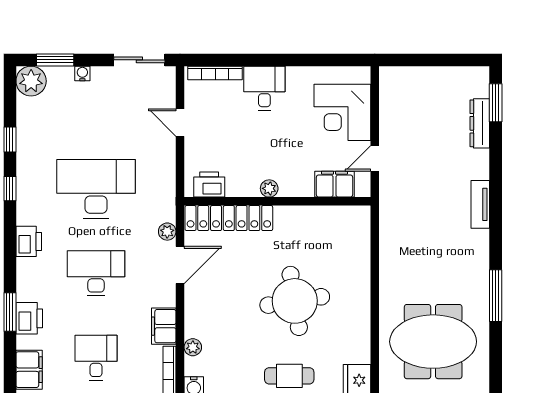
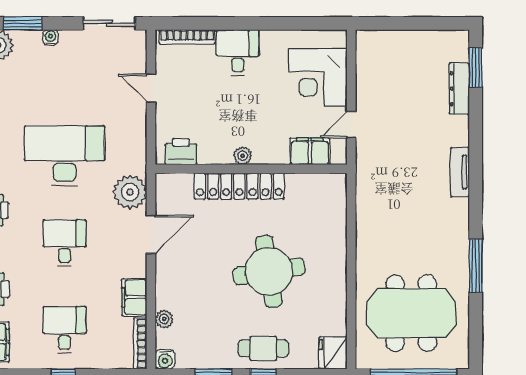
locker: (229, 218) -> (239, 186), moved
plant: (167, 232) -> (130, 192), width x1.87, depth x1.87
desk: (96, 273) -> (65, 243), width x0.73

